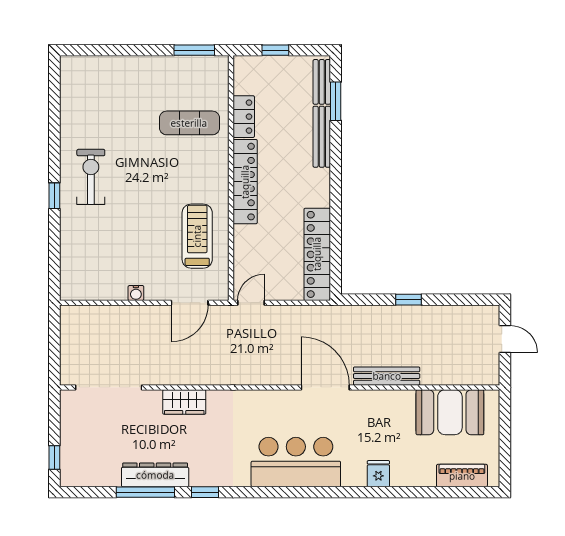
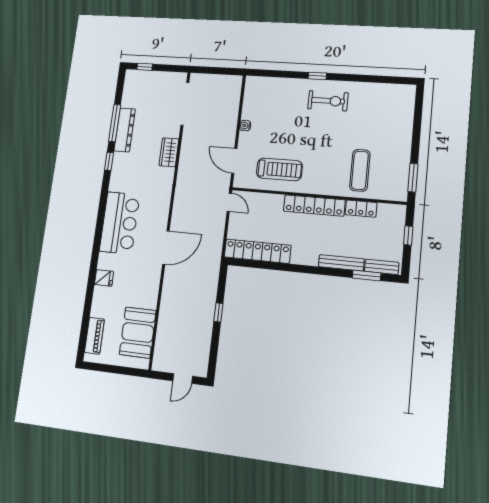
bench: (387, 376) -> (168, 291), removed

